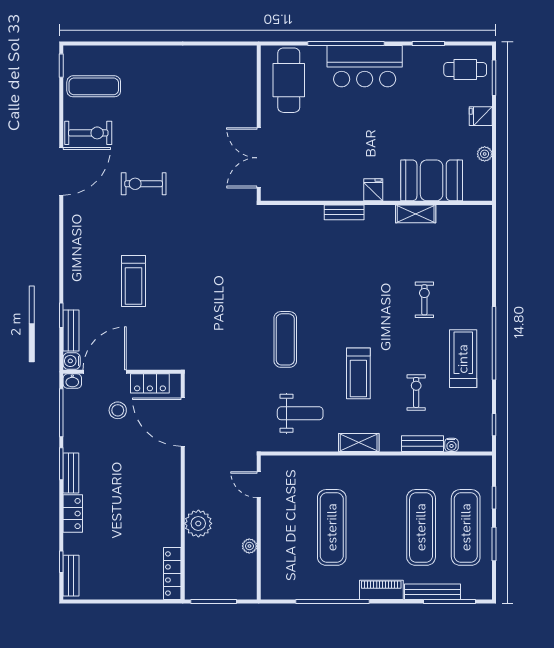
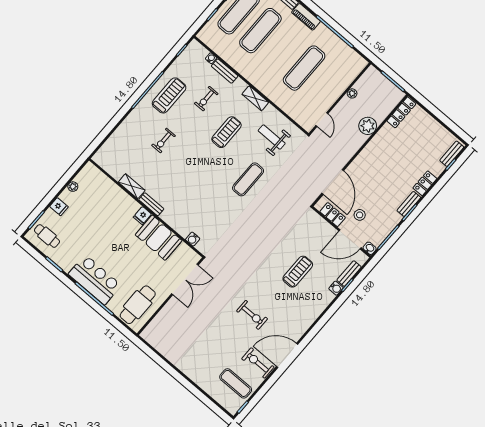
booth: (432, 180) -> (159, 238), moved
bench: (344, 212) -> (151, 204), moved
water cooler: (290, 213) -> (193, 239), added
treadmill: (463, 359) -> (169, 95), turned 180
water cooler: (72, 361) -> (336, 288), moved

